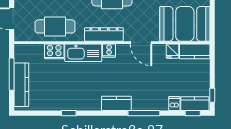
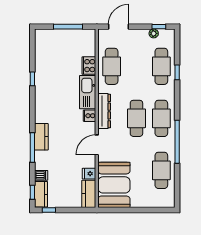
kitchen counter: (21, 85) -> (58, 36), removed
kitchen counter: (116, 103) -> (41, 137), moved

